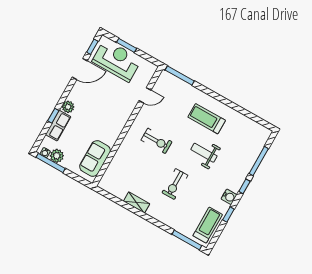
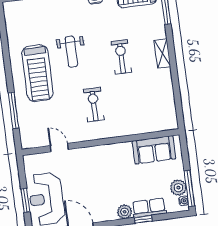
window: (180, 76) -> (14, 110), moved
treadmill: (207, 119) -> (38, 73), width x1.37, depth x1.38
exercise bike: (175, 184) -> (121, 57), turned -90
shelving: (137, 202) -> (162, 53), moved

